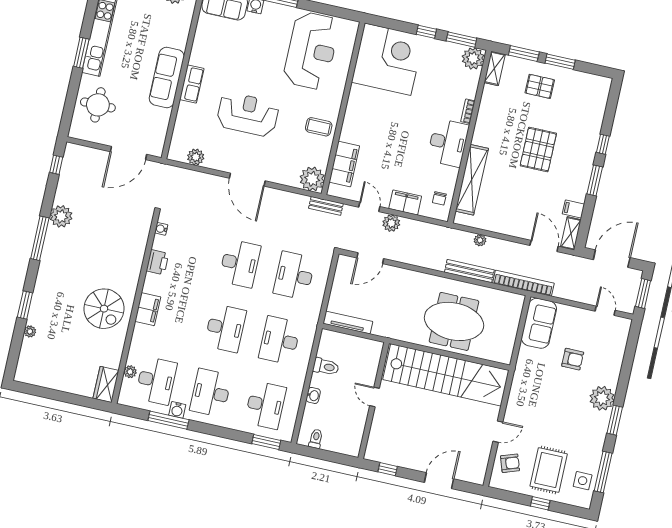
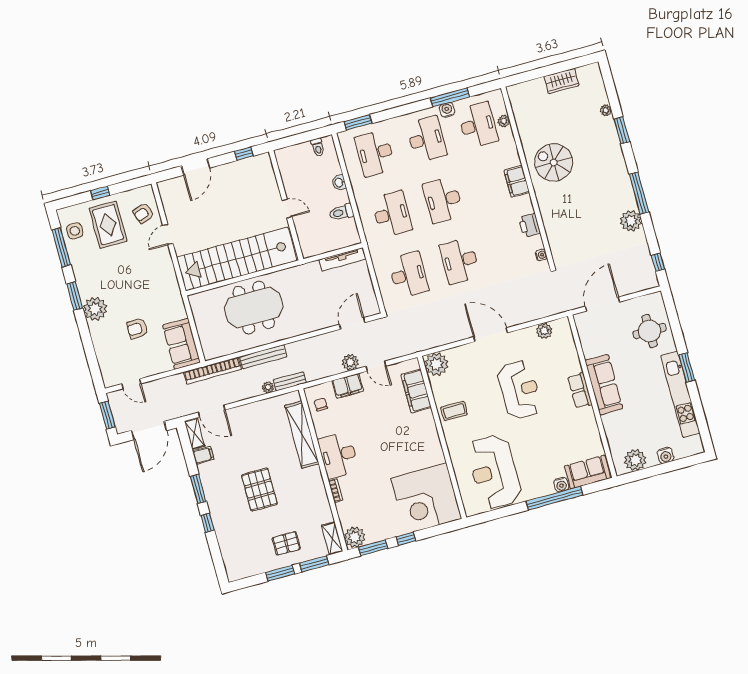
reception desk: (248, 114) -> (519, 390), turned -90
bench: (326, 206) -> (290, 381), moved
desk: (156, 381) -> (478, 125), turned 180
wardrobe: (106, 384) -> (561, 81), moved, turned 90

